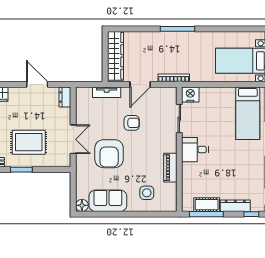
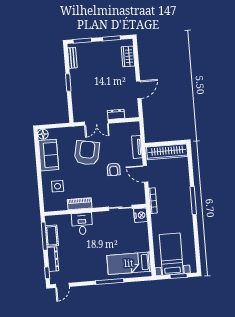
dresser: (65, 97) -> (116, 114), moved
rug: (29, 142) -> (91, 87), removed
desk: (195, 150) -> (82, 224), moved
armchair: (109, 154) -> (87, 153), turned 101

